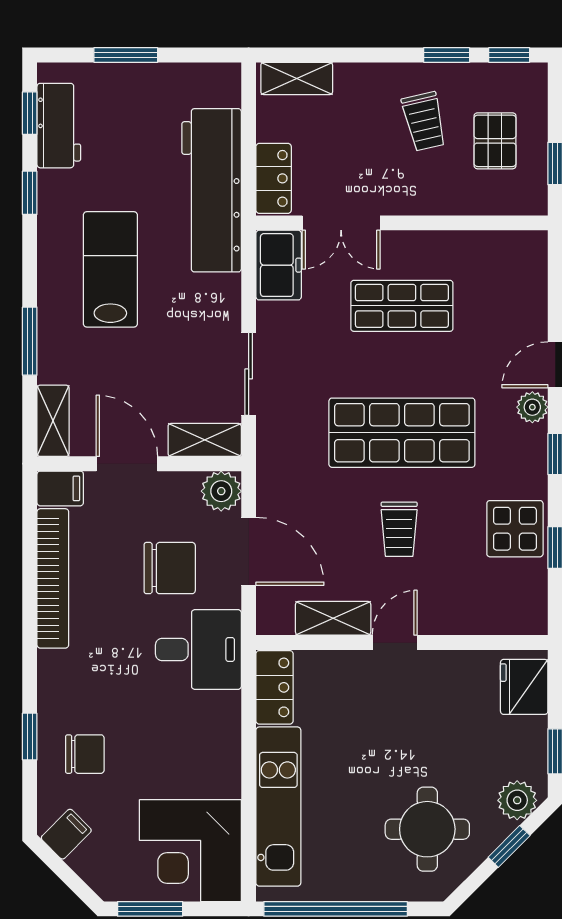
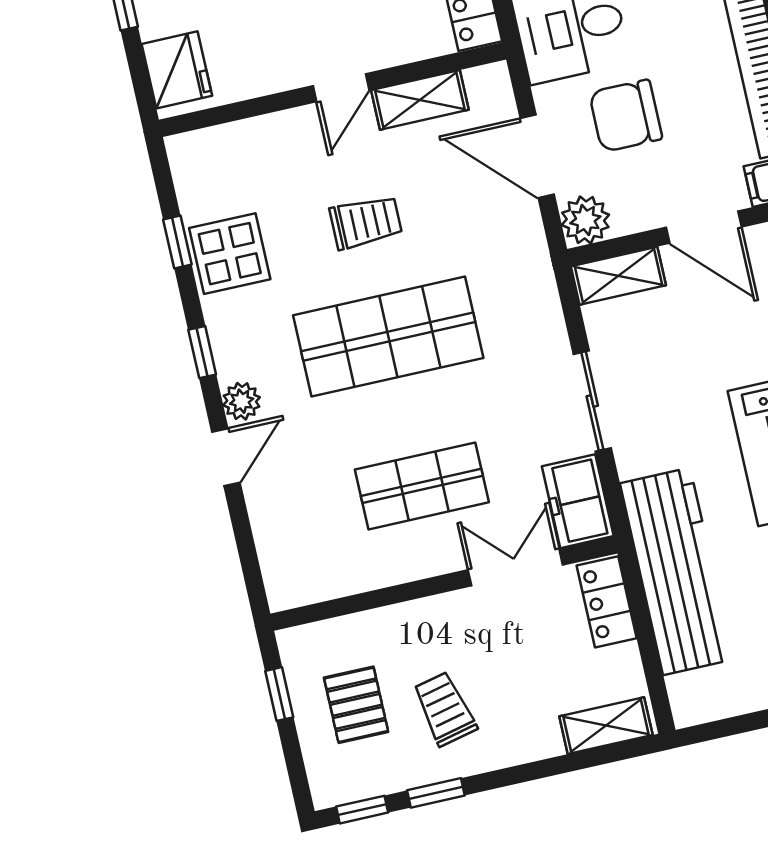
sliding door: (249, 374) -> (592, 401), moved
trolley: (399, 529) -> (366, 222), turned 90

